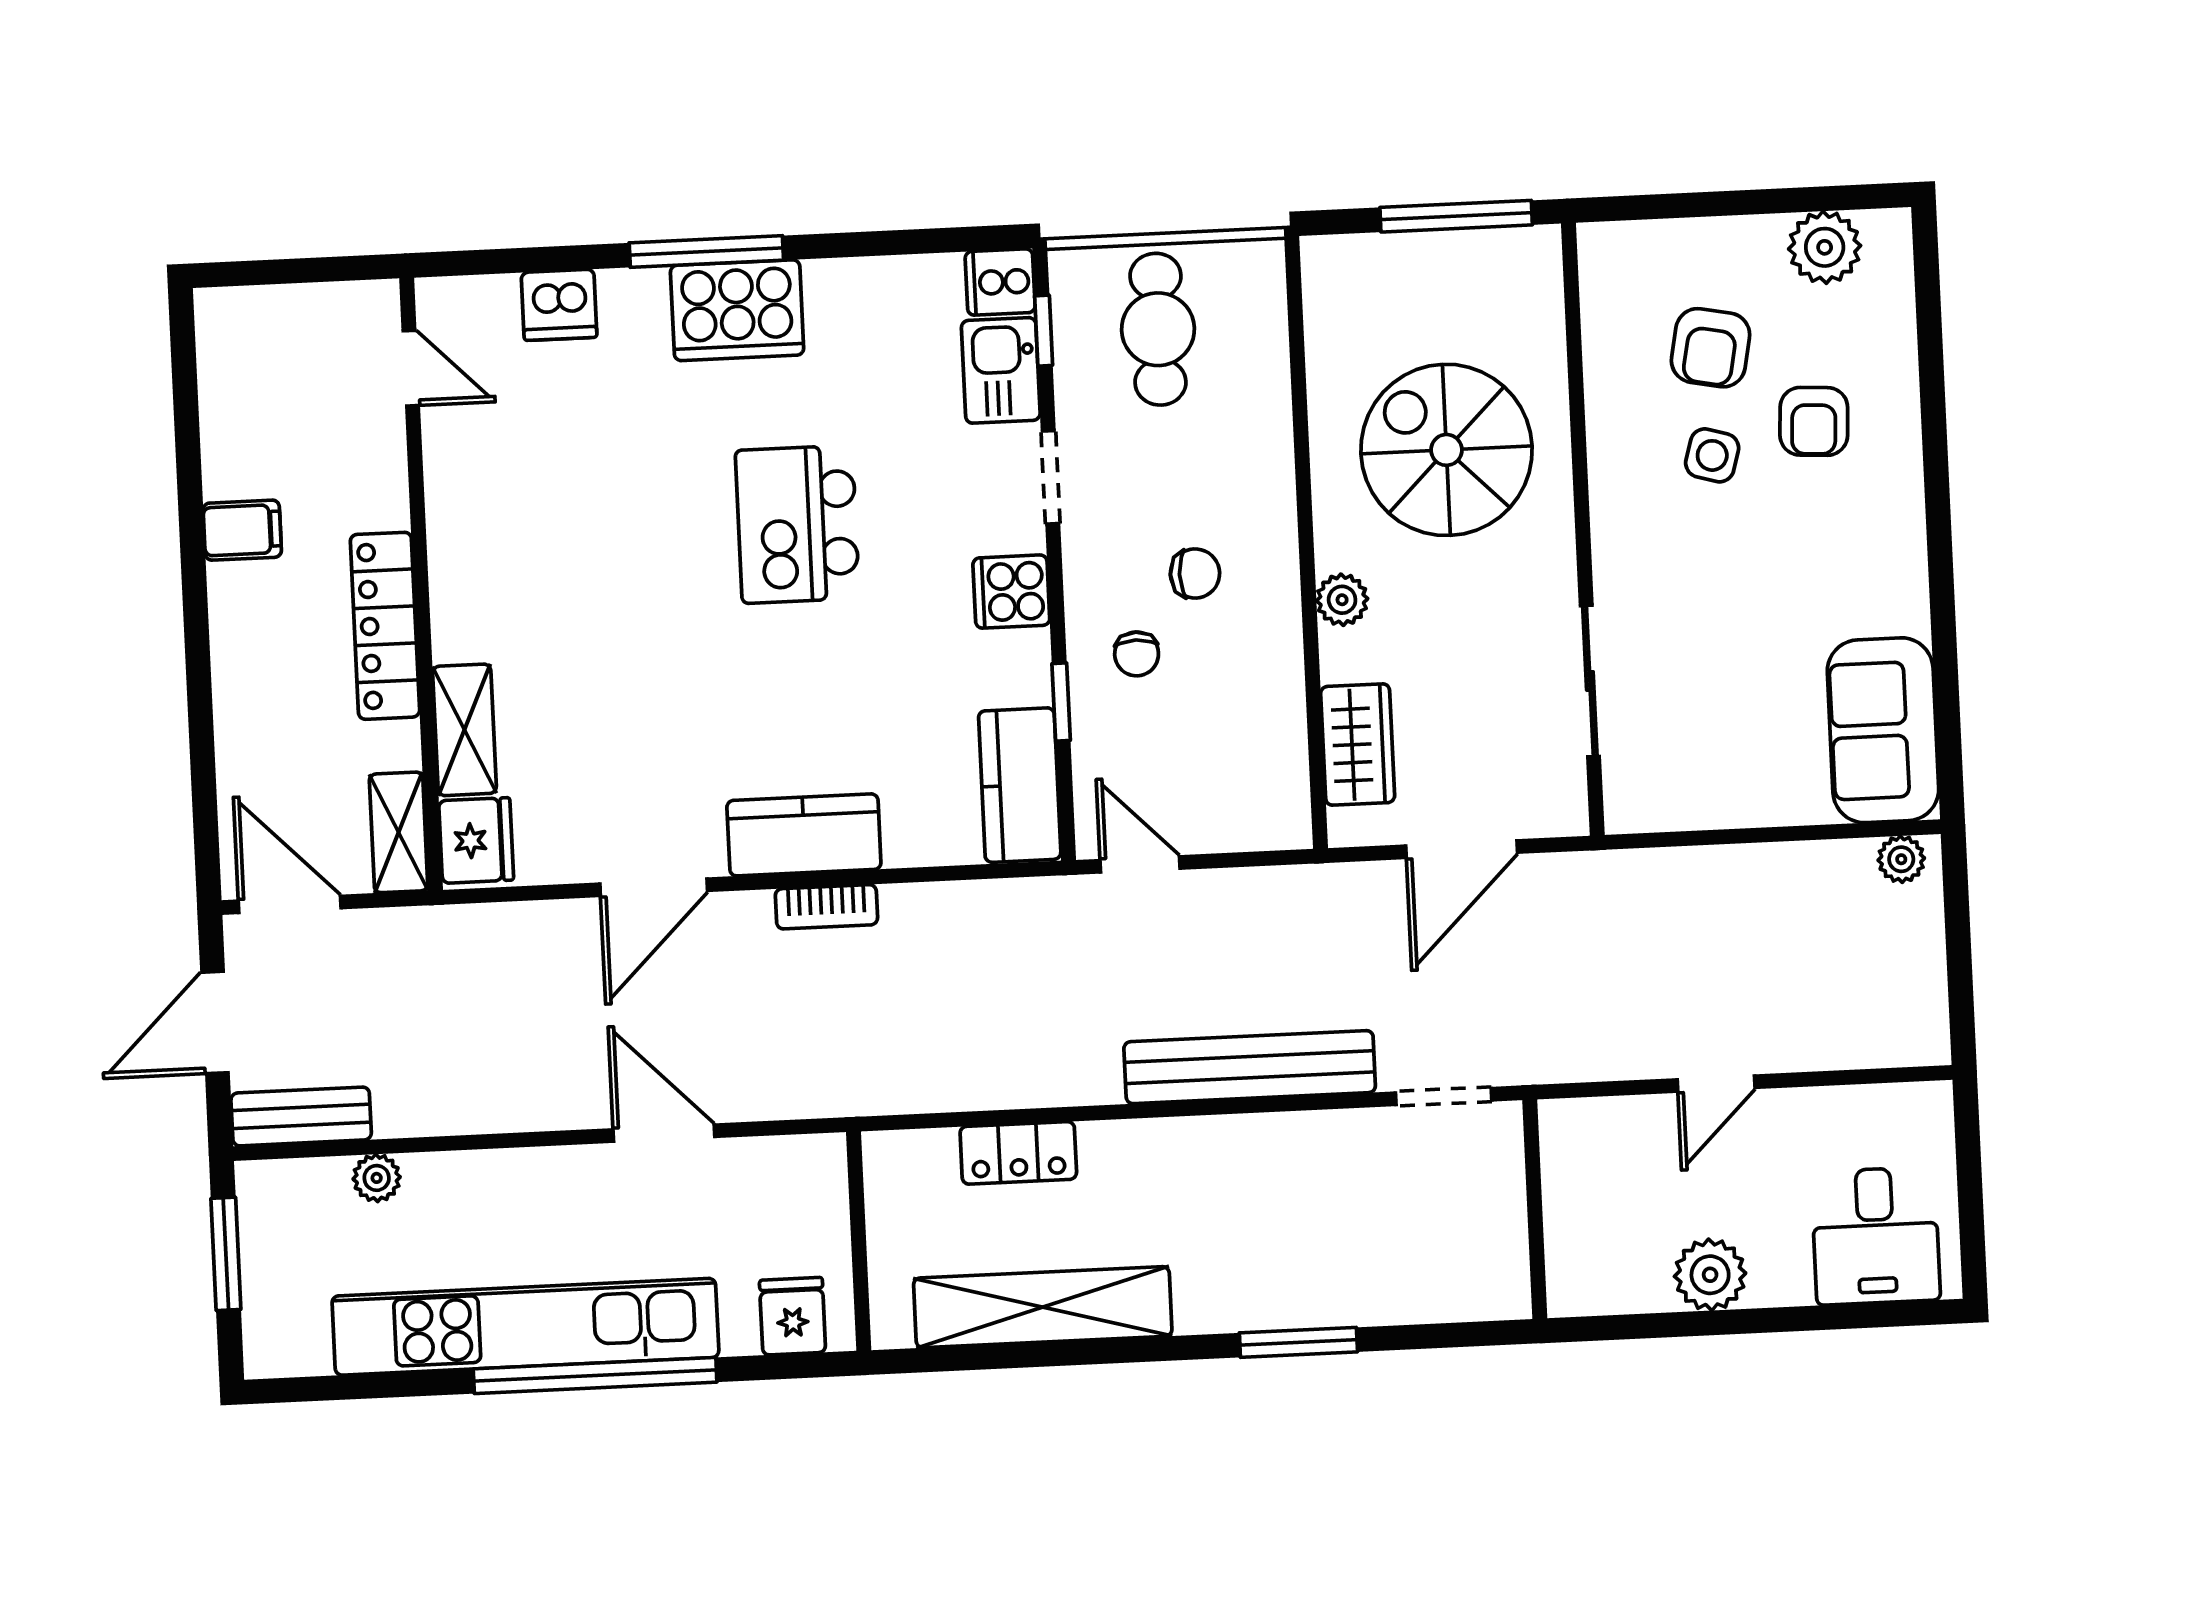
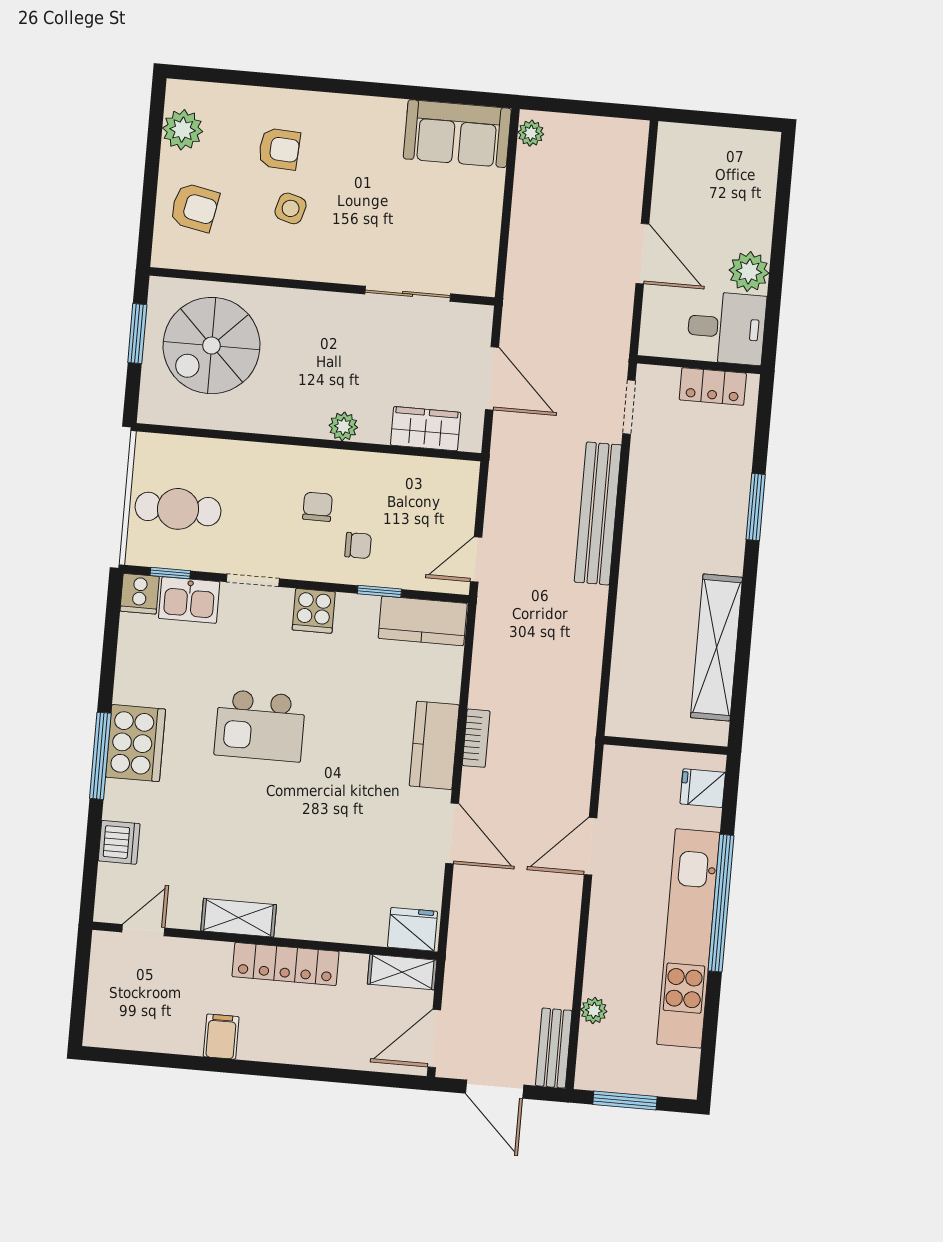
window: (1456, 216) -> (137, 334), width x0.69
armchair: (1711, 348) -> (194, 207), moved
spiral stairs: (1446, 450) -> (211, 346), moved
shelving: (464, 730) -> (239, 918), moved
door: (1716, 1084) -> (642, 254), width x1.38
locker: (1018, 1153) -> (713, 387), moved, turned 90
desk: (1876, 1236) -> (726, 328), moved

